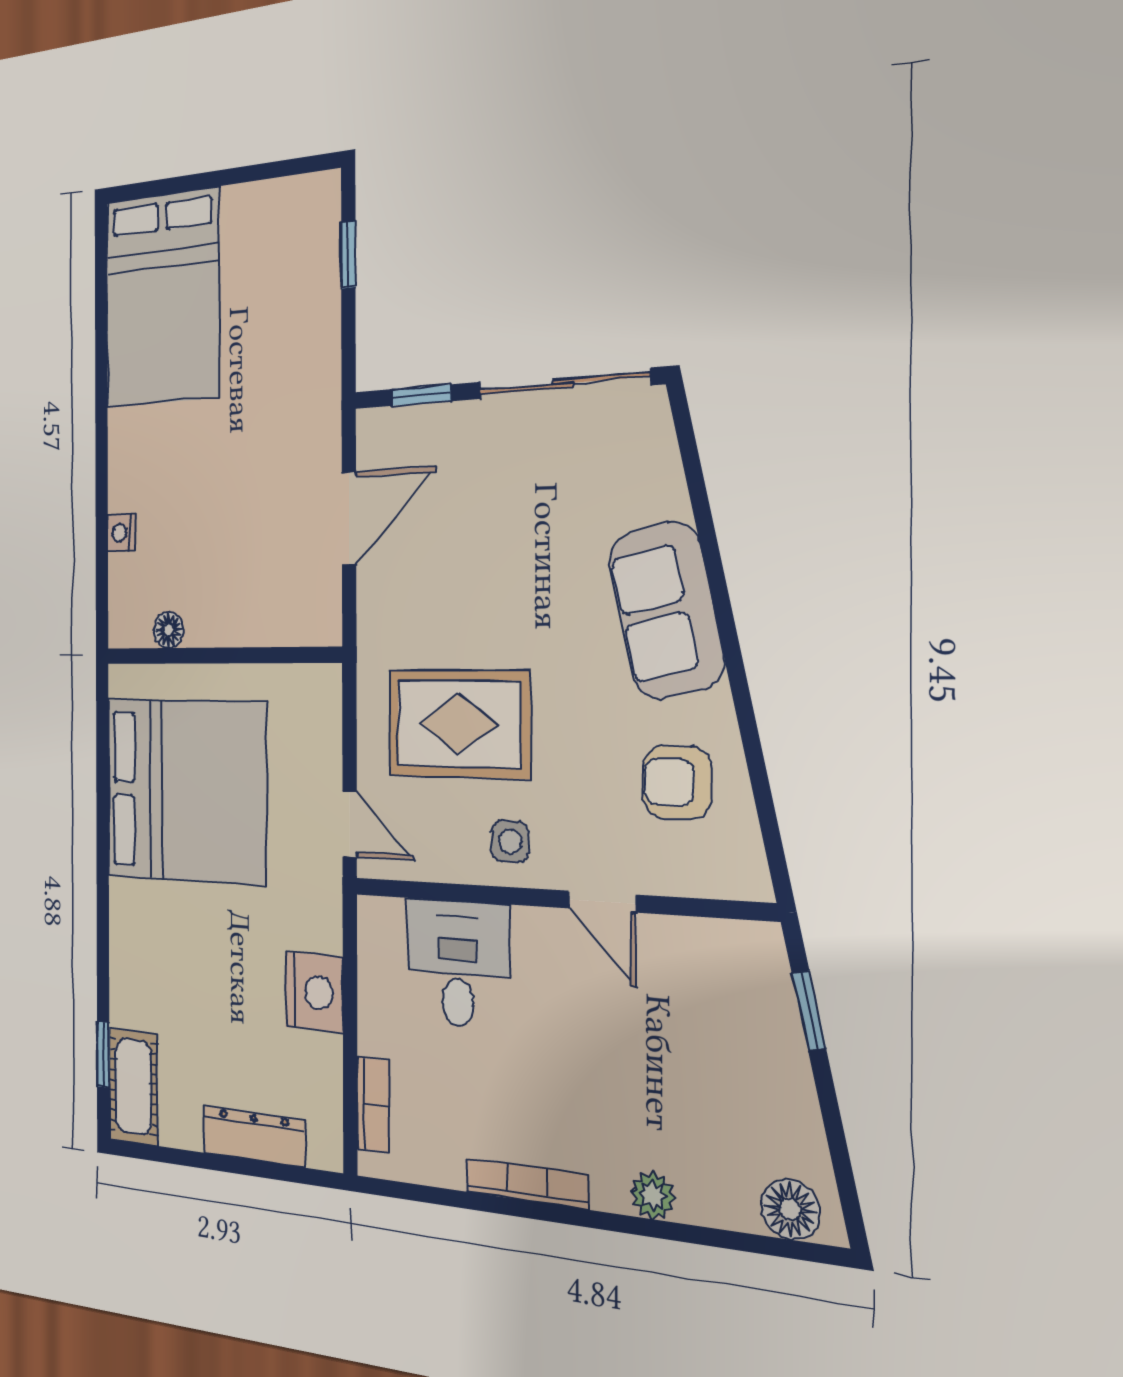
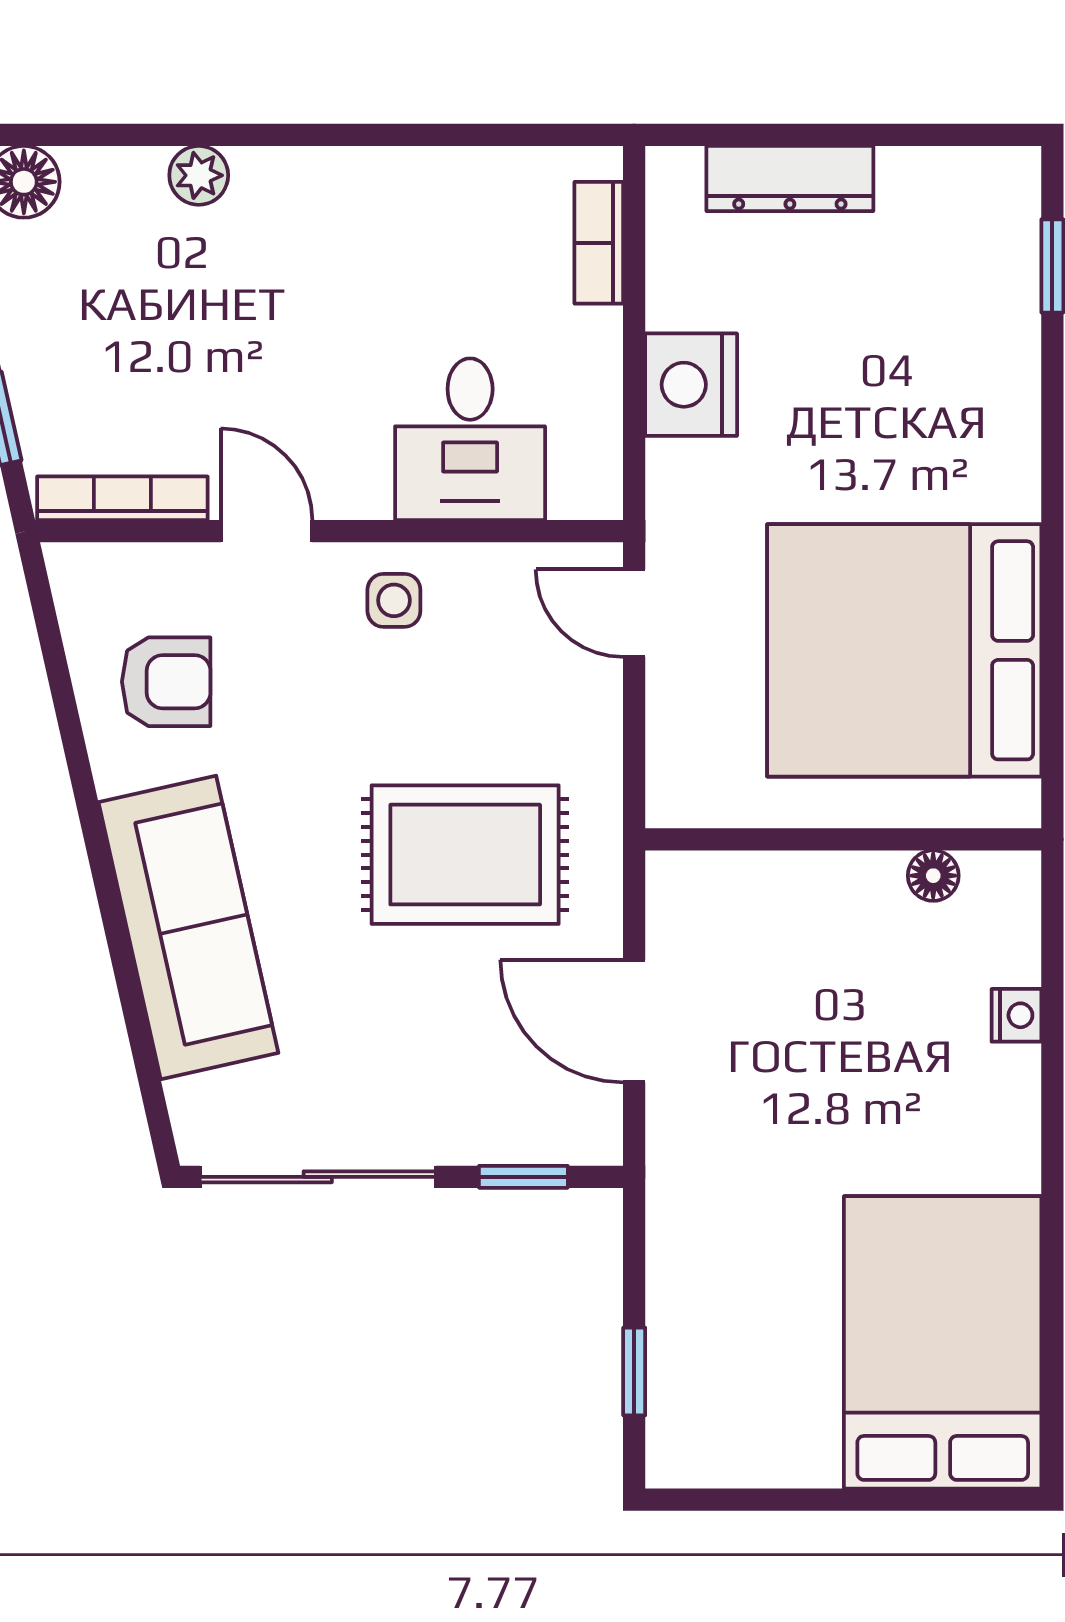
door: (349, 518) -> (634, 1021), hinge flipped
sofa: (666, 610) -> (188, 928), width x1.36
rug: (458, 724) -> (465, 855), moved
cot: (133, 1087) -> (998, 225), removed
bookcase: (527, 1183) -> (122, 498), moved, turned 180

